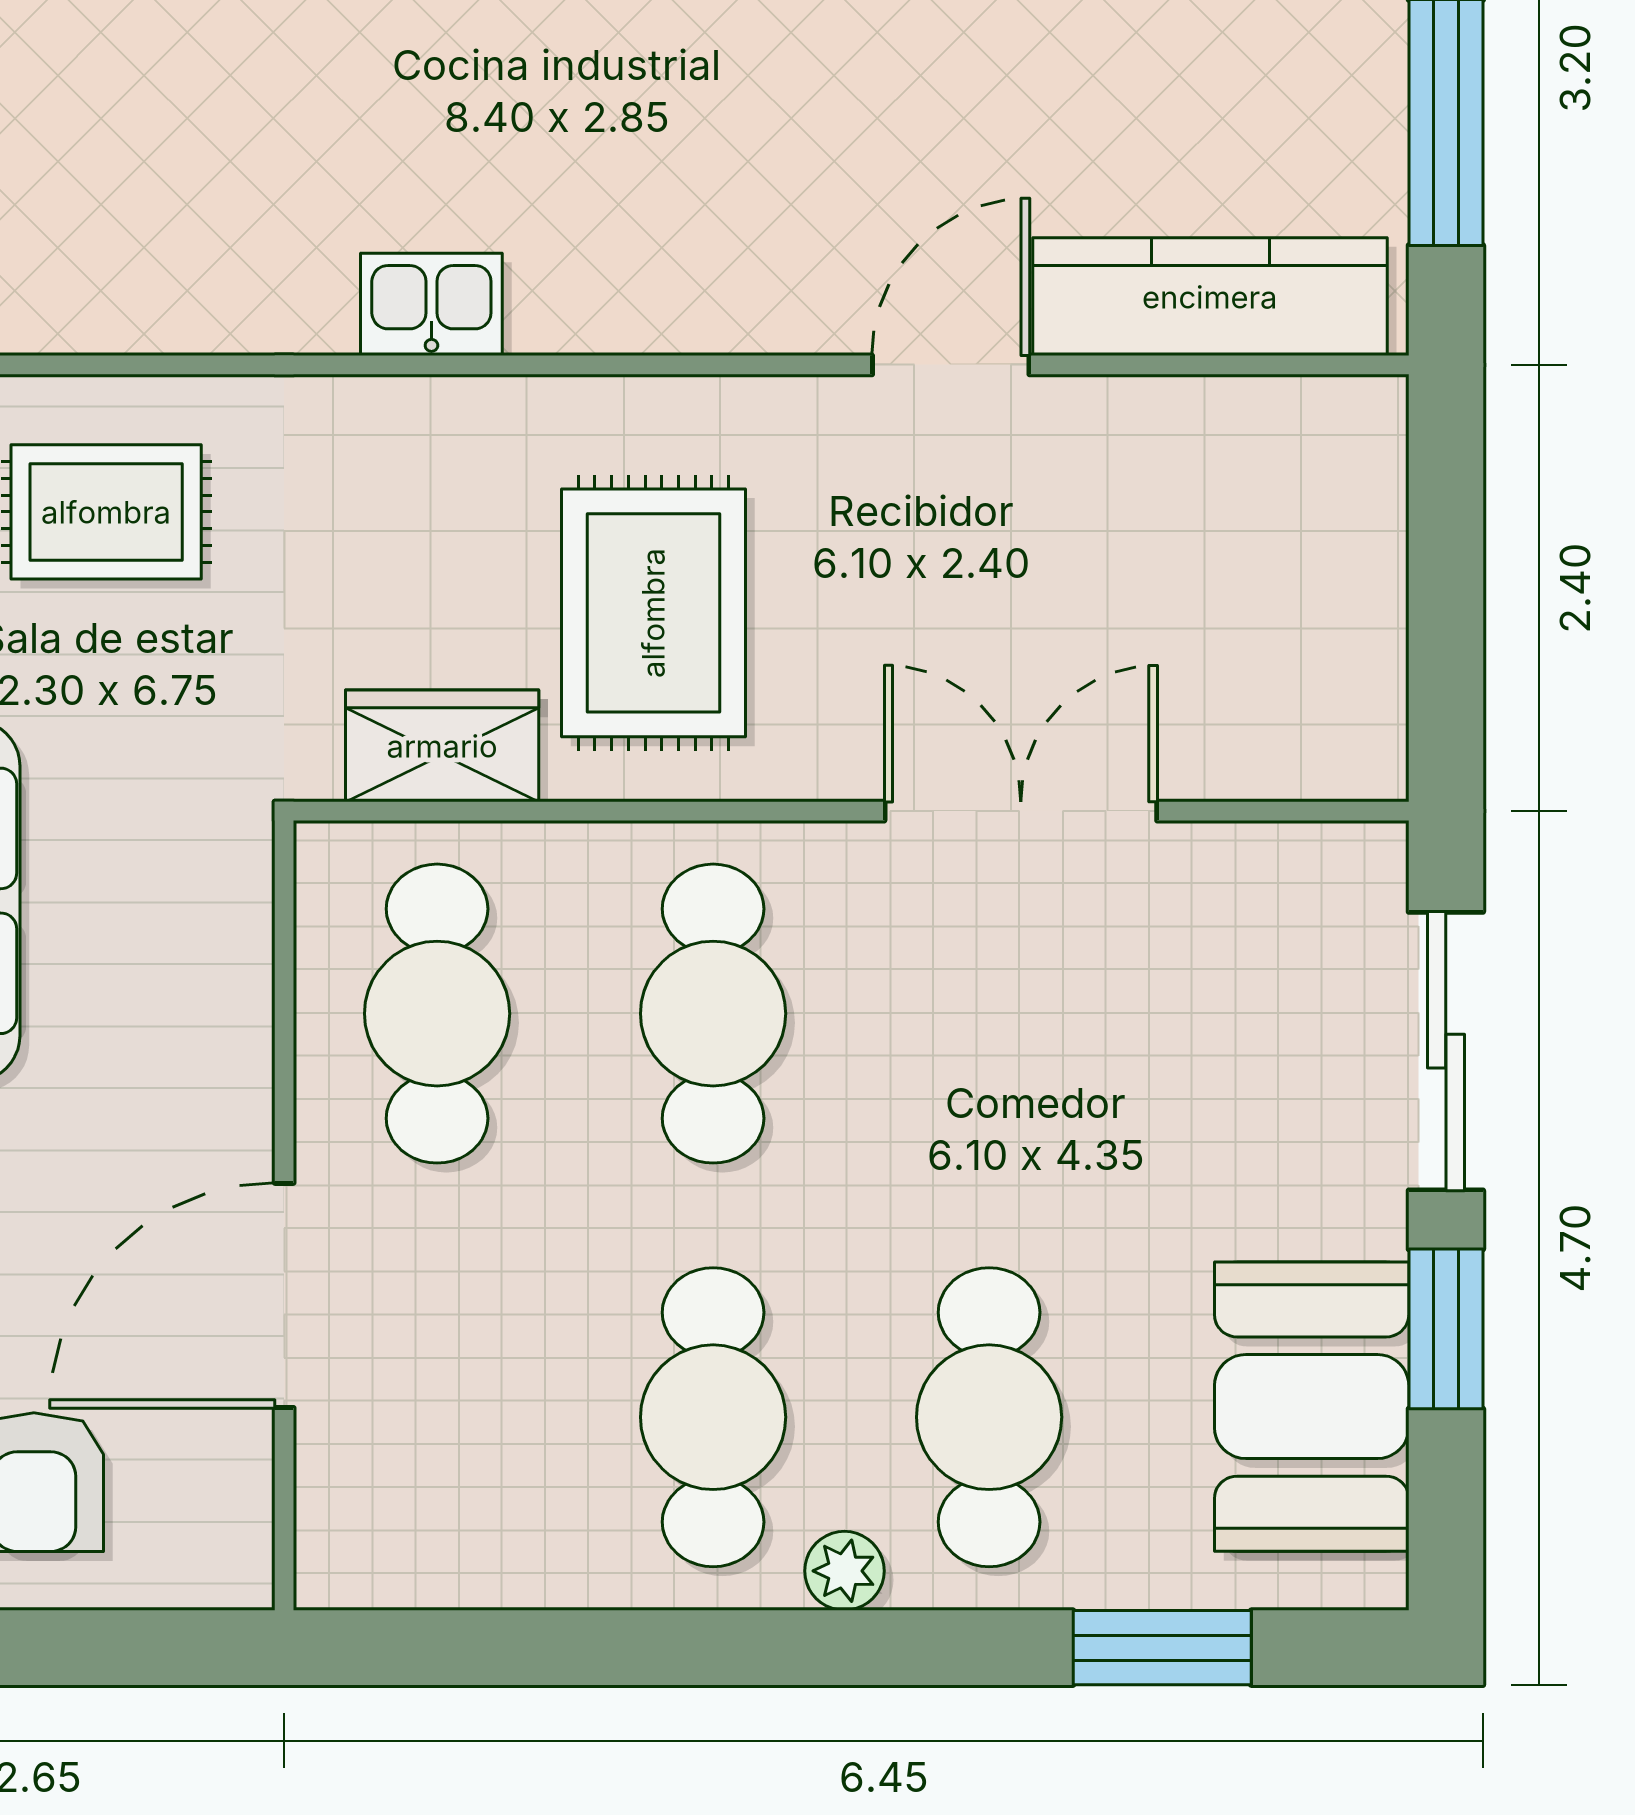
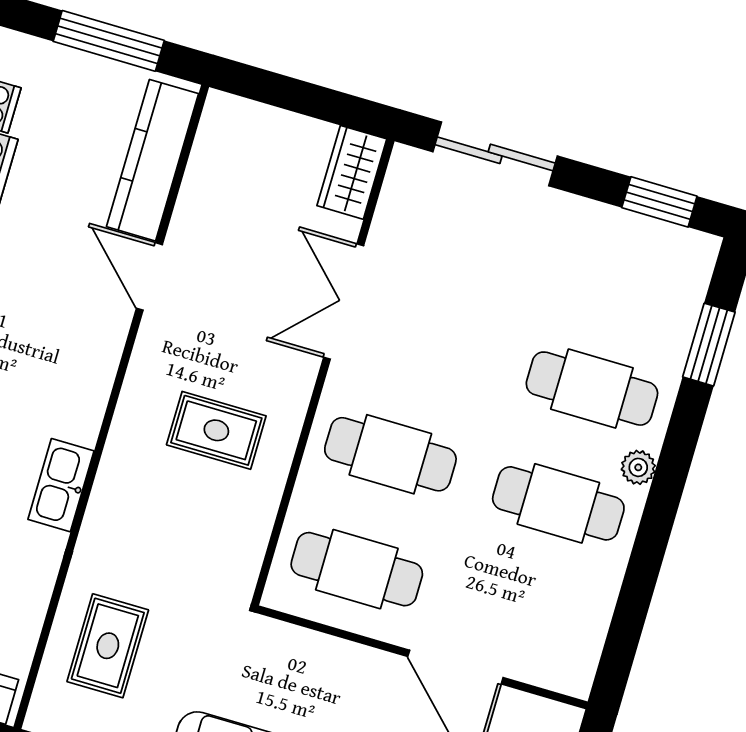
kitchen sink: (431, 304) -> (61, 485), width x1.38
rug: (653, 613) -> (216, 430), width x0.73, depth x0.70
wardrobe: (442, 746) -> (352, 172), moved
window: (1446, 1329) -> (659, 202), moved
booth: (1312, 1407) -> (627, 253), removed

